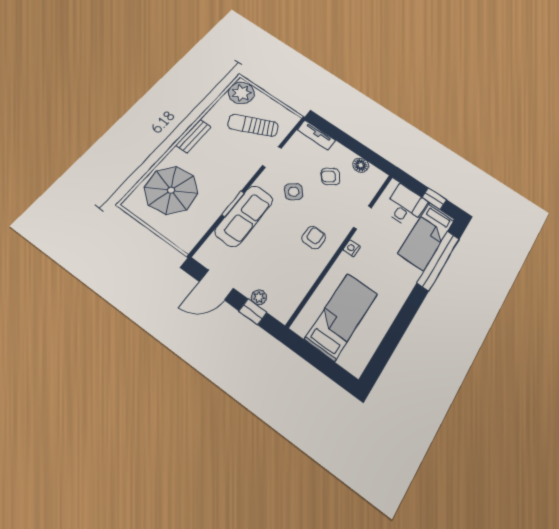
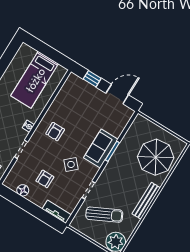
bench: (193, 136) -> (146, 201), width x1.36
armchair: (331, 176) -> (45, 179), turned 128
sofa: (244, 216) -> (101, 148), width x0.73
plant: (259, 297) -> (89, 88), removed

